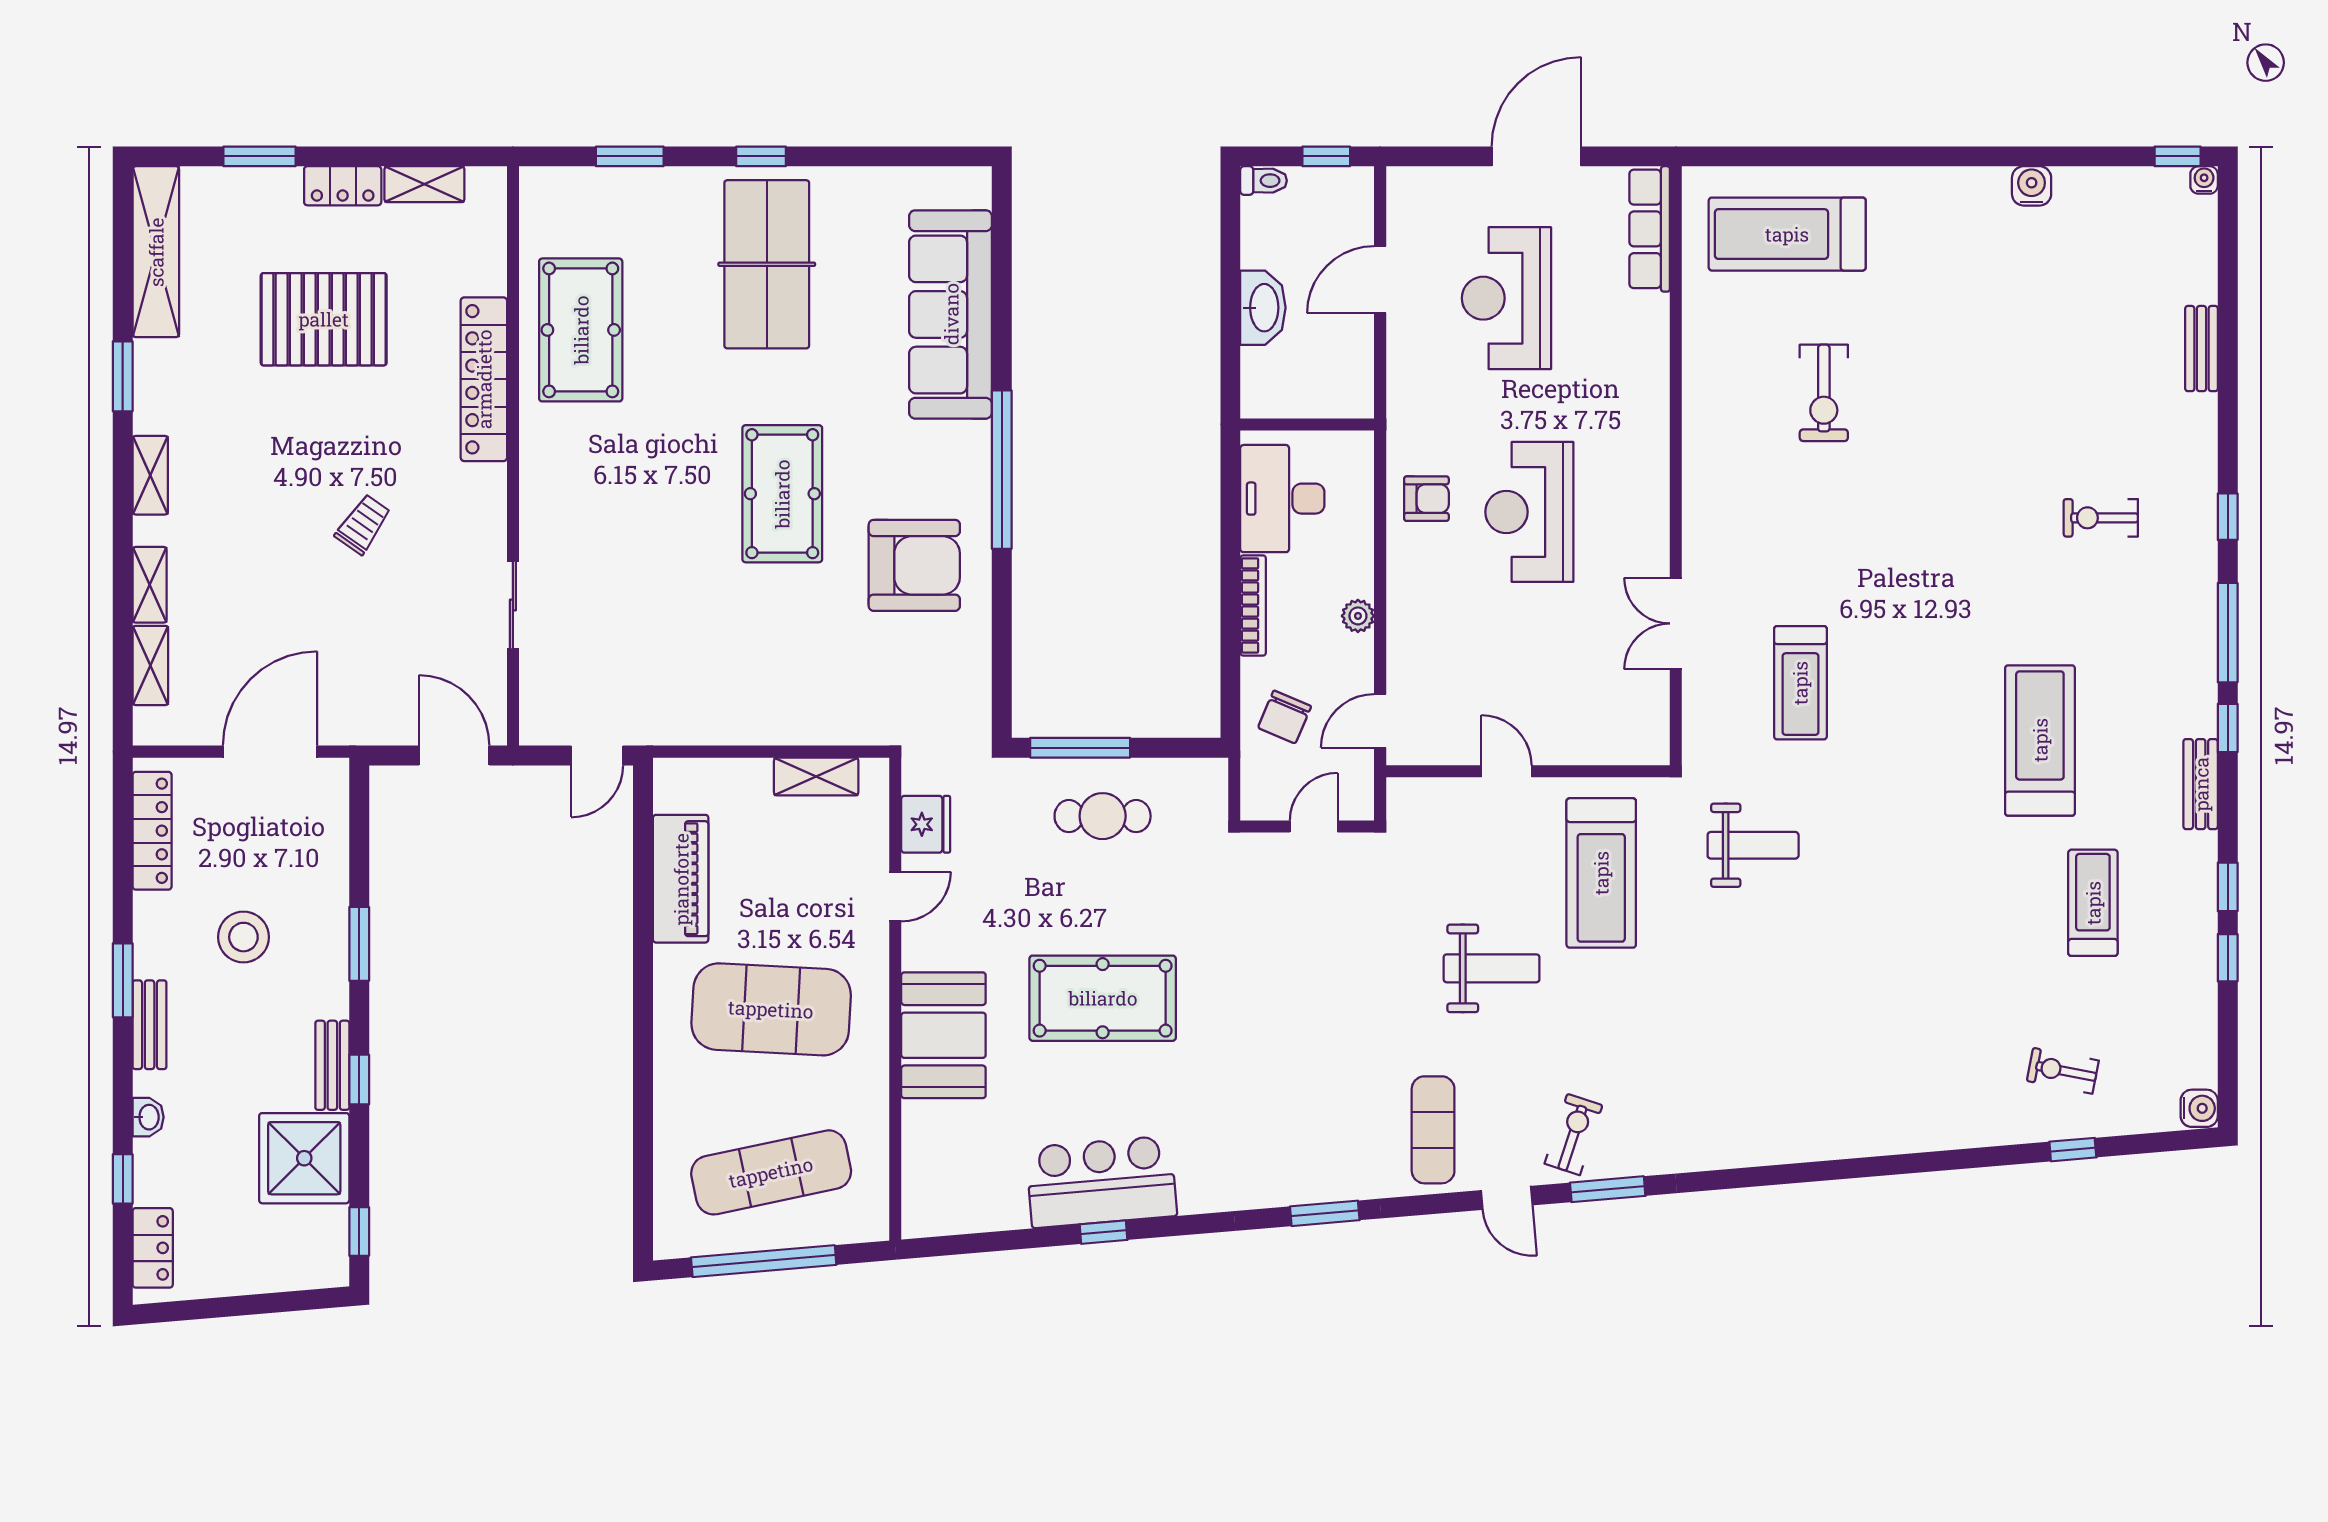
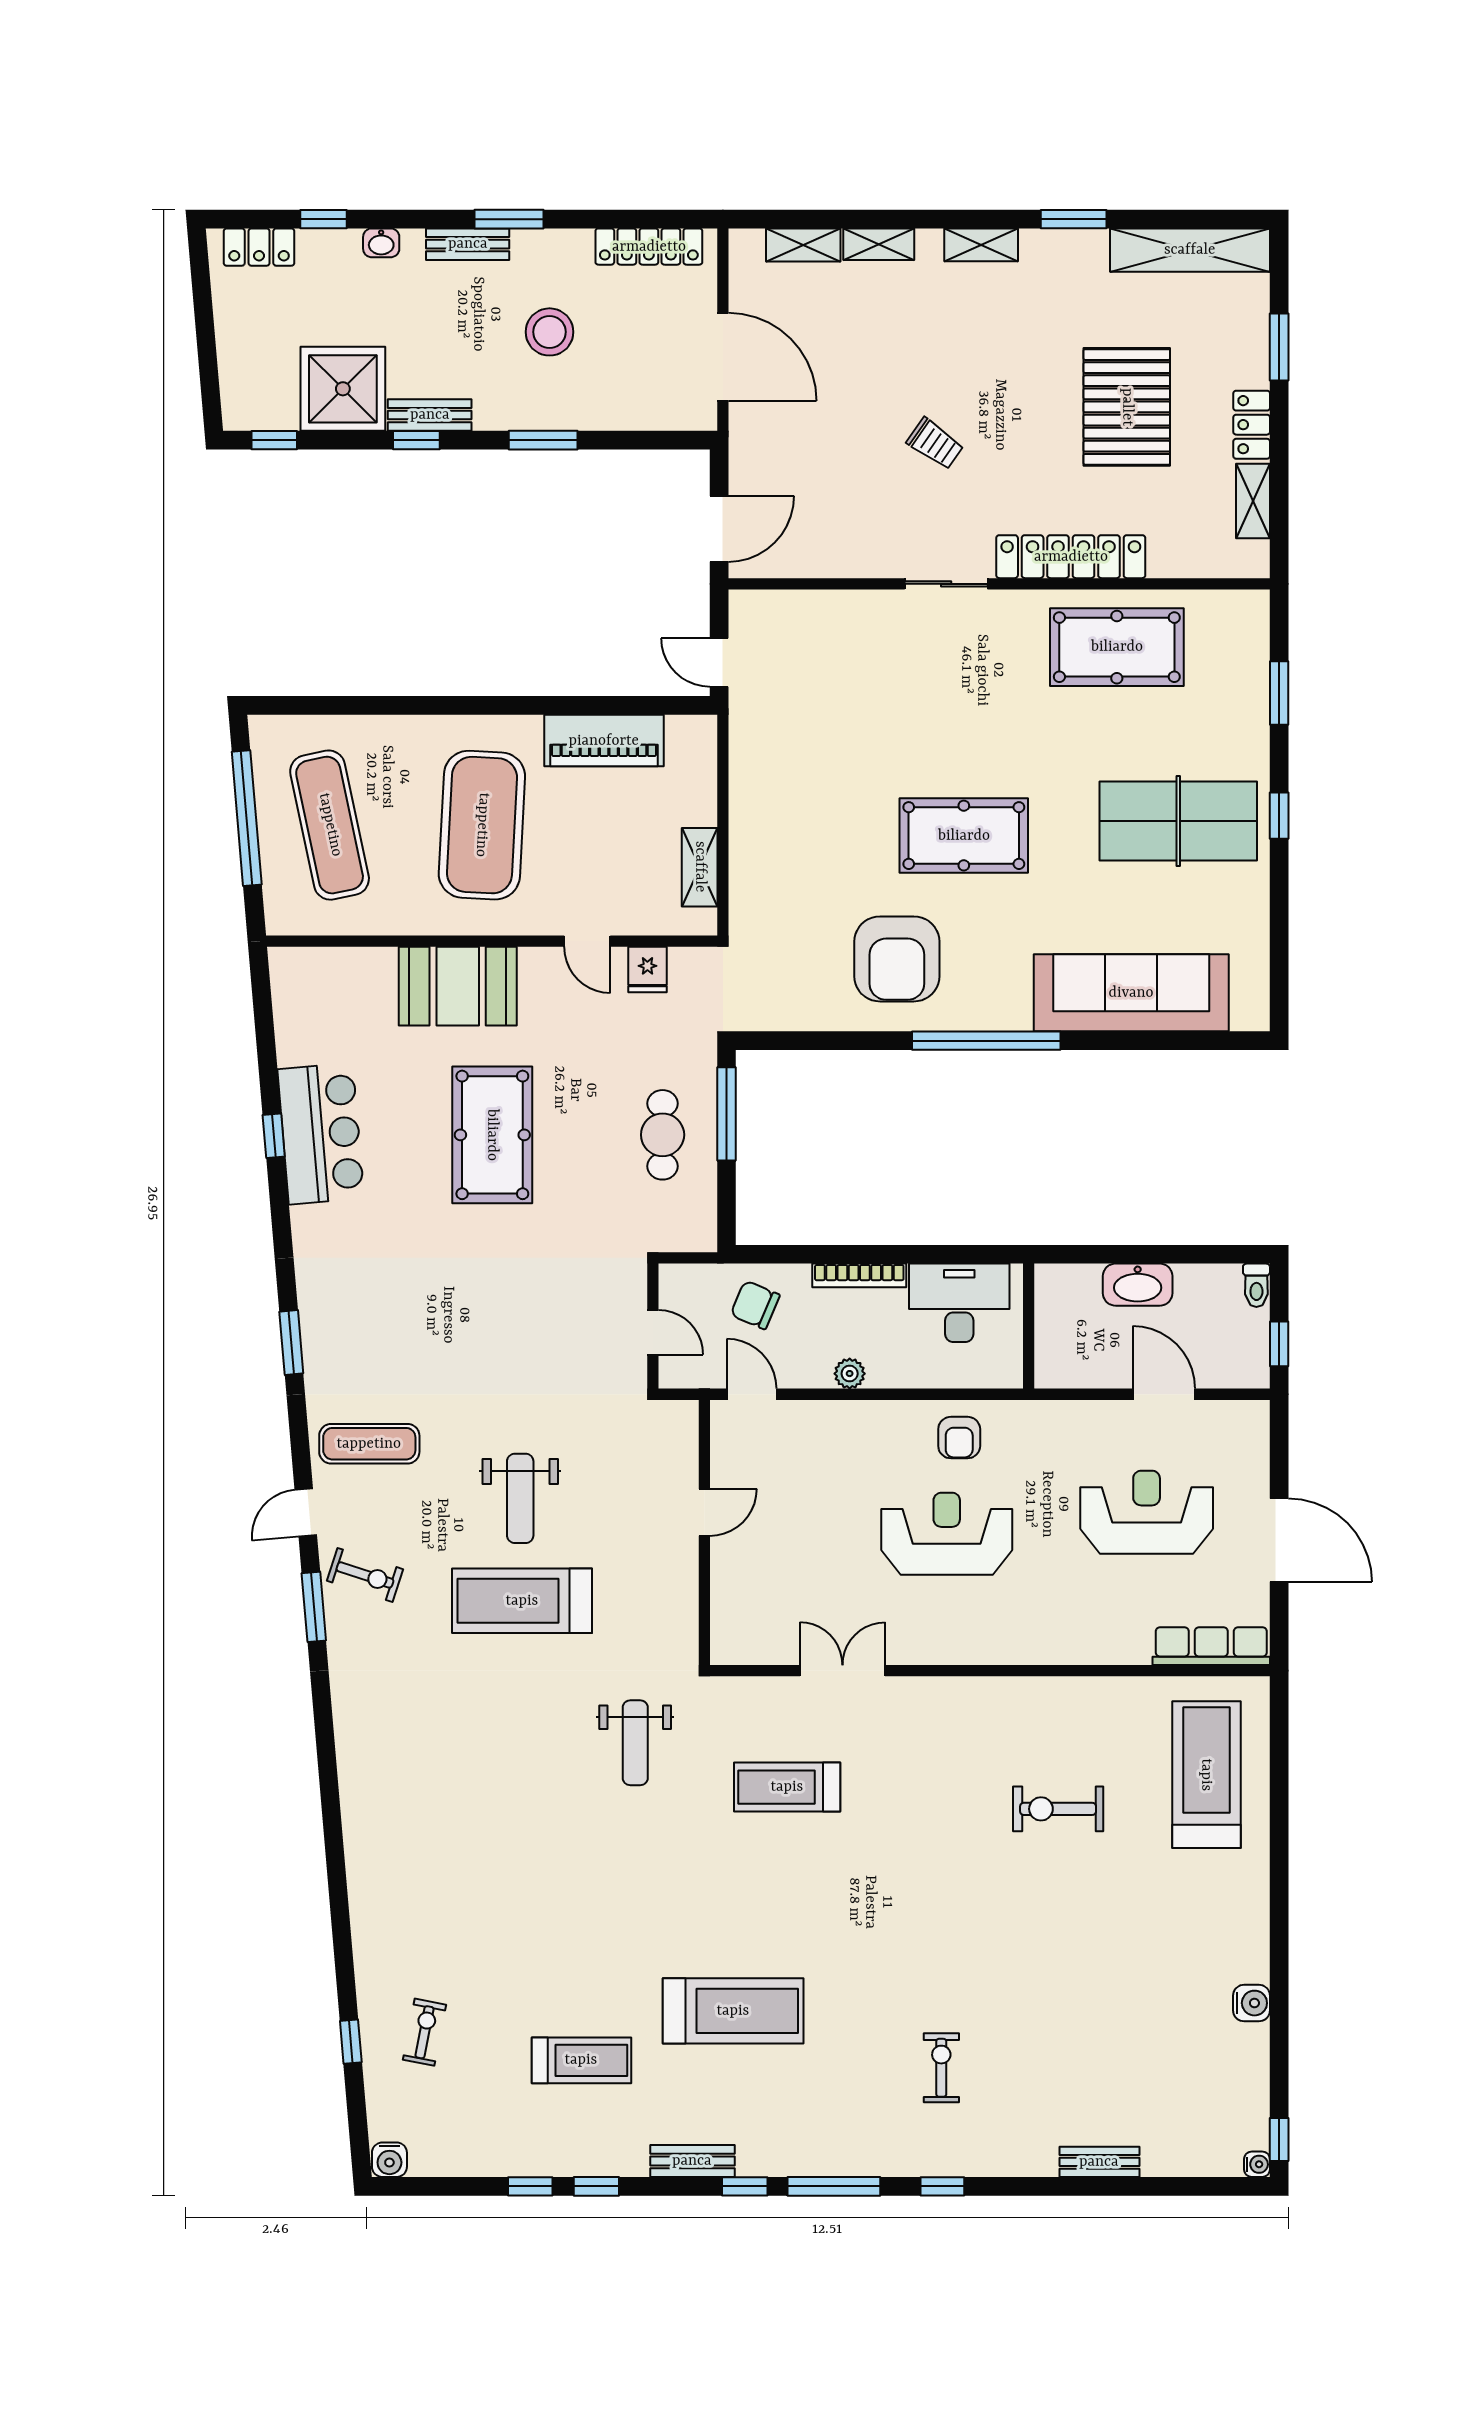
sliding door: (513, 605) -> (946, 584), moved
fridge: (926, 824) -> (647, 970), width x0.72
treadmill: (1601, 873) -> (522, 1601), moved

